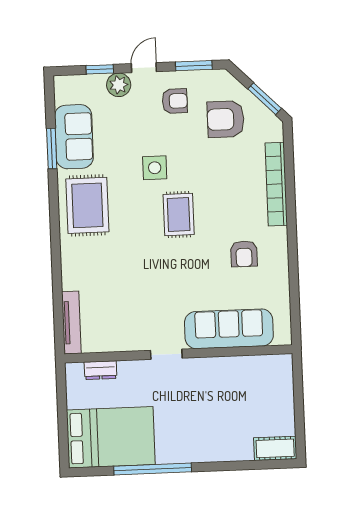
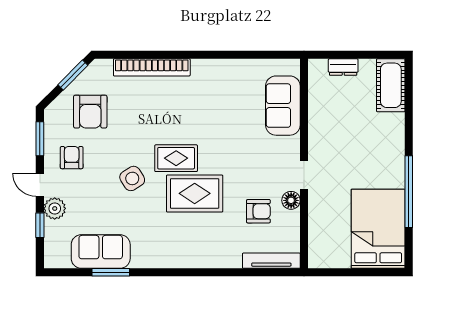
side table: (155, 168) -> (132, 178), turned -32
rug: (87, 205) -> (195, 193), moved
armchair: (244, 254) -> (258, 211), moved
sofa: (229, 329) -> (283, 106), width x0.73
floor lamp: (138, 341) -> (291, 200), added
dresser: (101, 370) -> (343, 67), moved, turned 90
cot: (275, 448) -> (391, 85), width x1.37, depth x1.34

